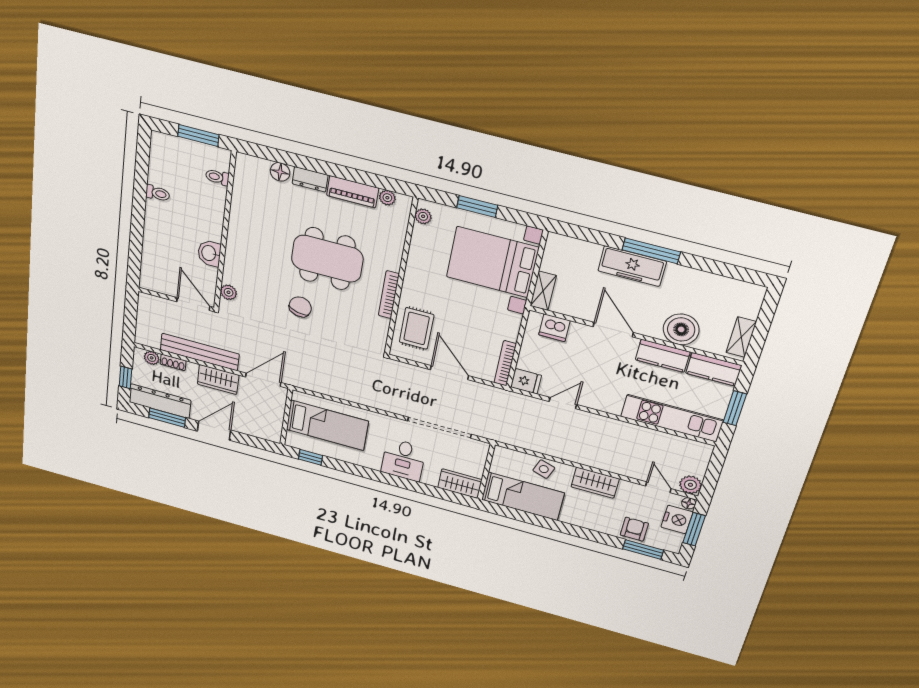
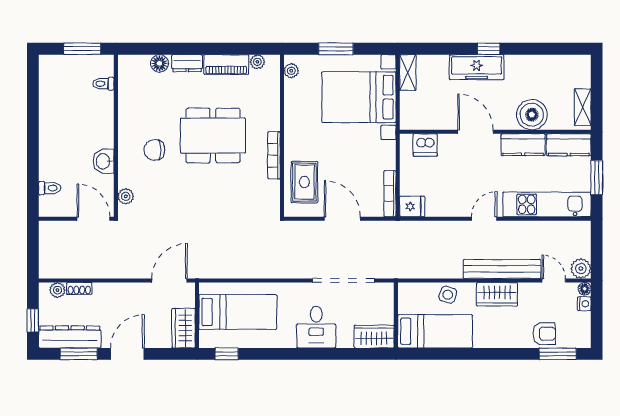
toilet: (158, 193) -> (50, 188), moved
window: (651, 251) -> (489, 49), width x0.46
shelving: (543, 291) -> (408, 73), moved
chair: (300, 307) -> (154, 150), moved, turned -104
bench: (200, 352) -> (502, 269), moved
wardrobe: (218, 380) -> (184, 328), moved, turned 90
door: (563, 403) -> (484, 219), moved
nightstand: (677, 520) -> (584, 304), width x0.53, depth x0.56
armchair: (634, 529) -> (544, 334), turned 90
window: (694, 529) -> (597, 316), removed

